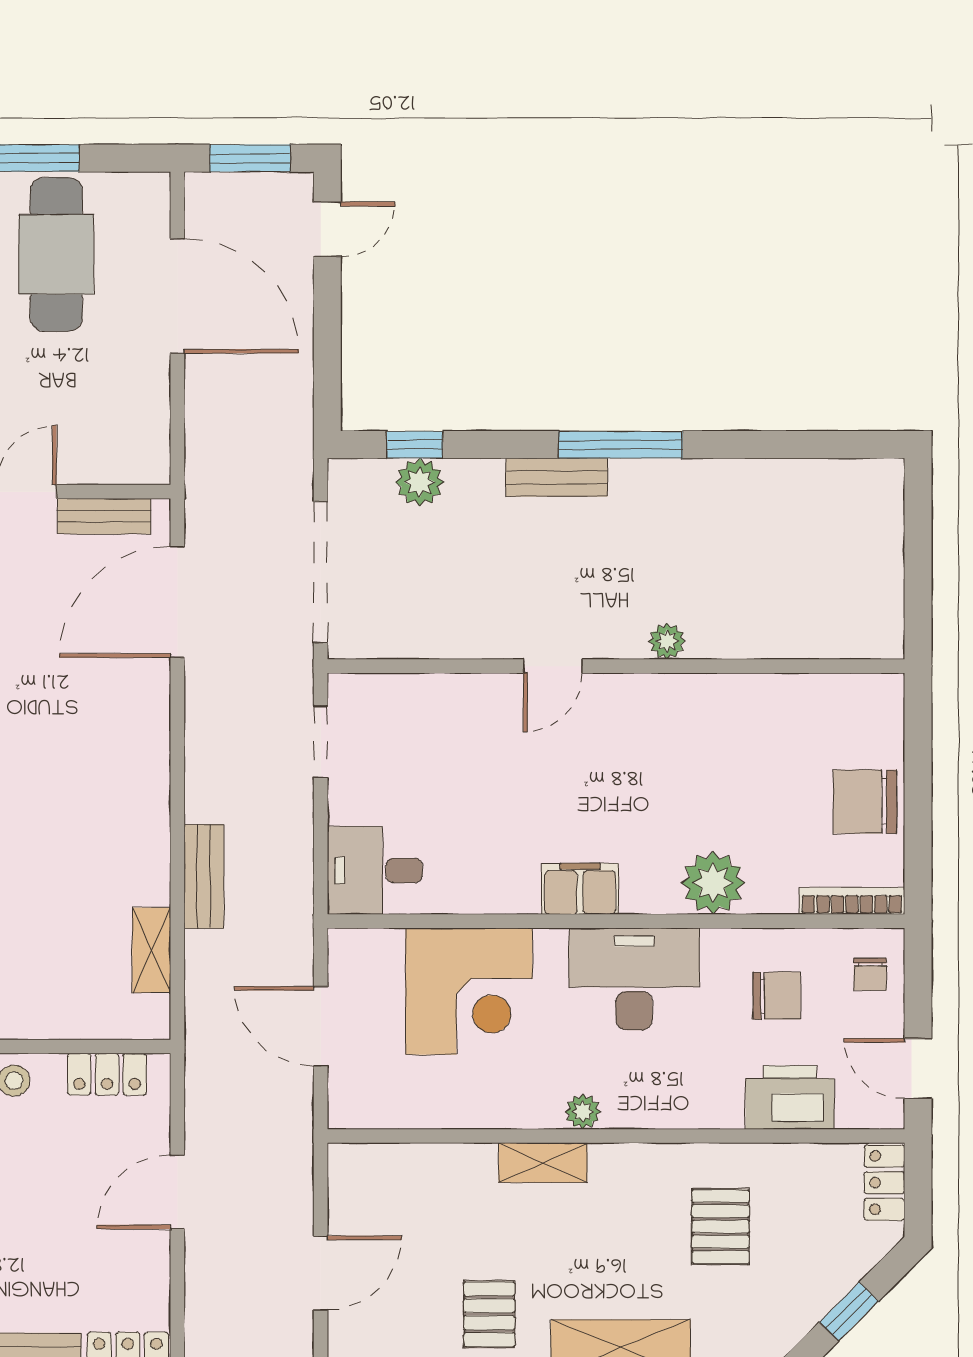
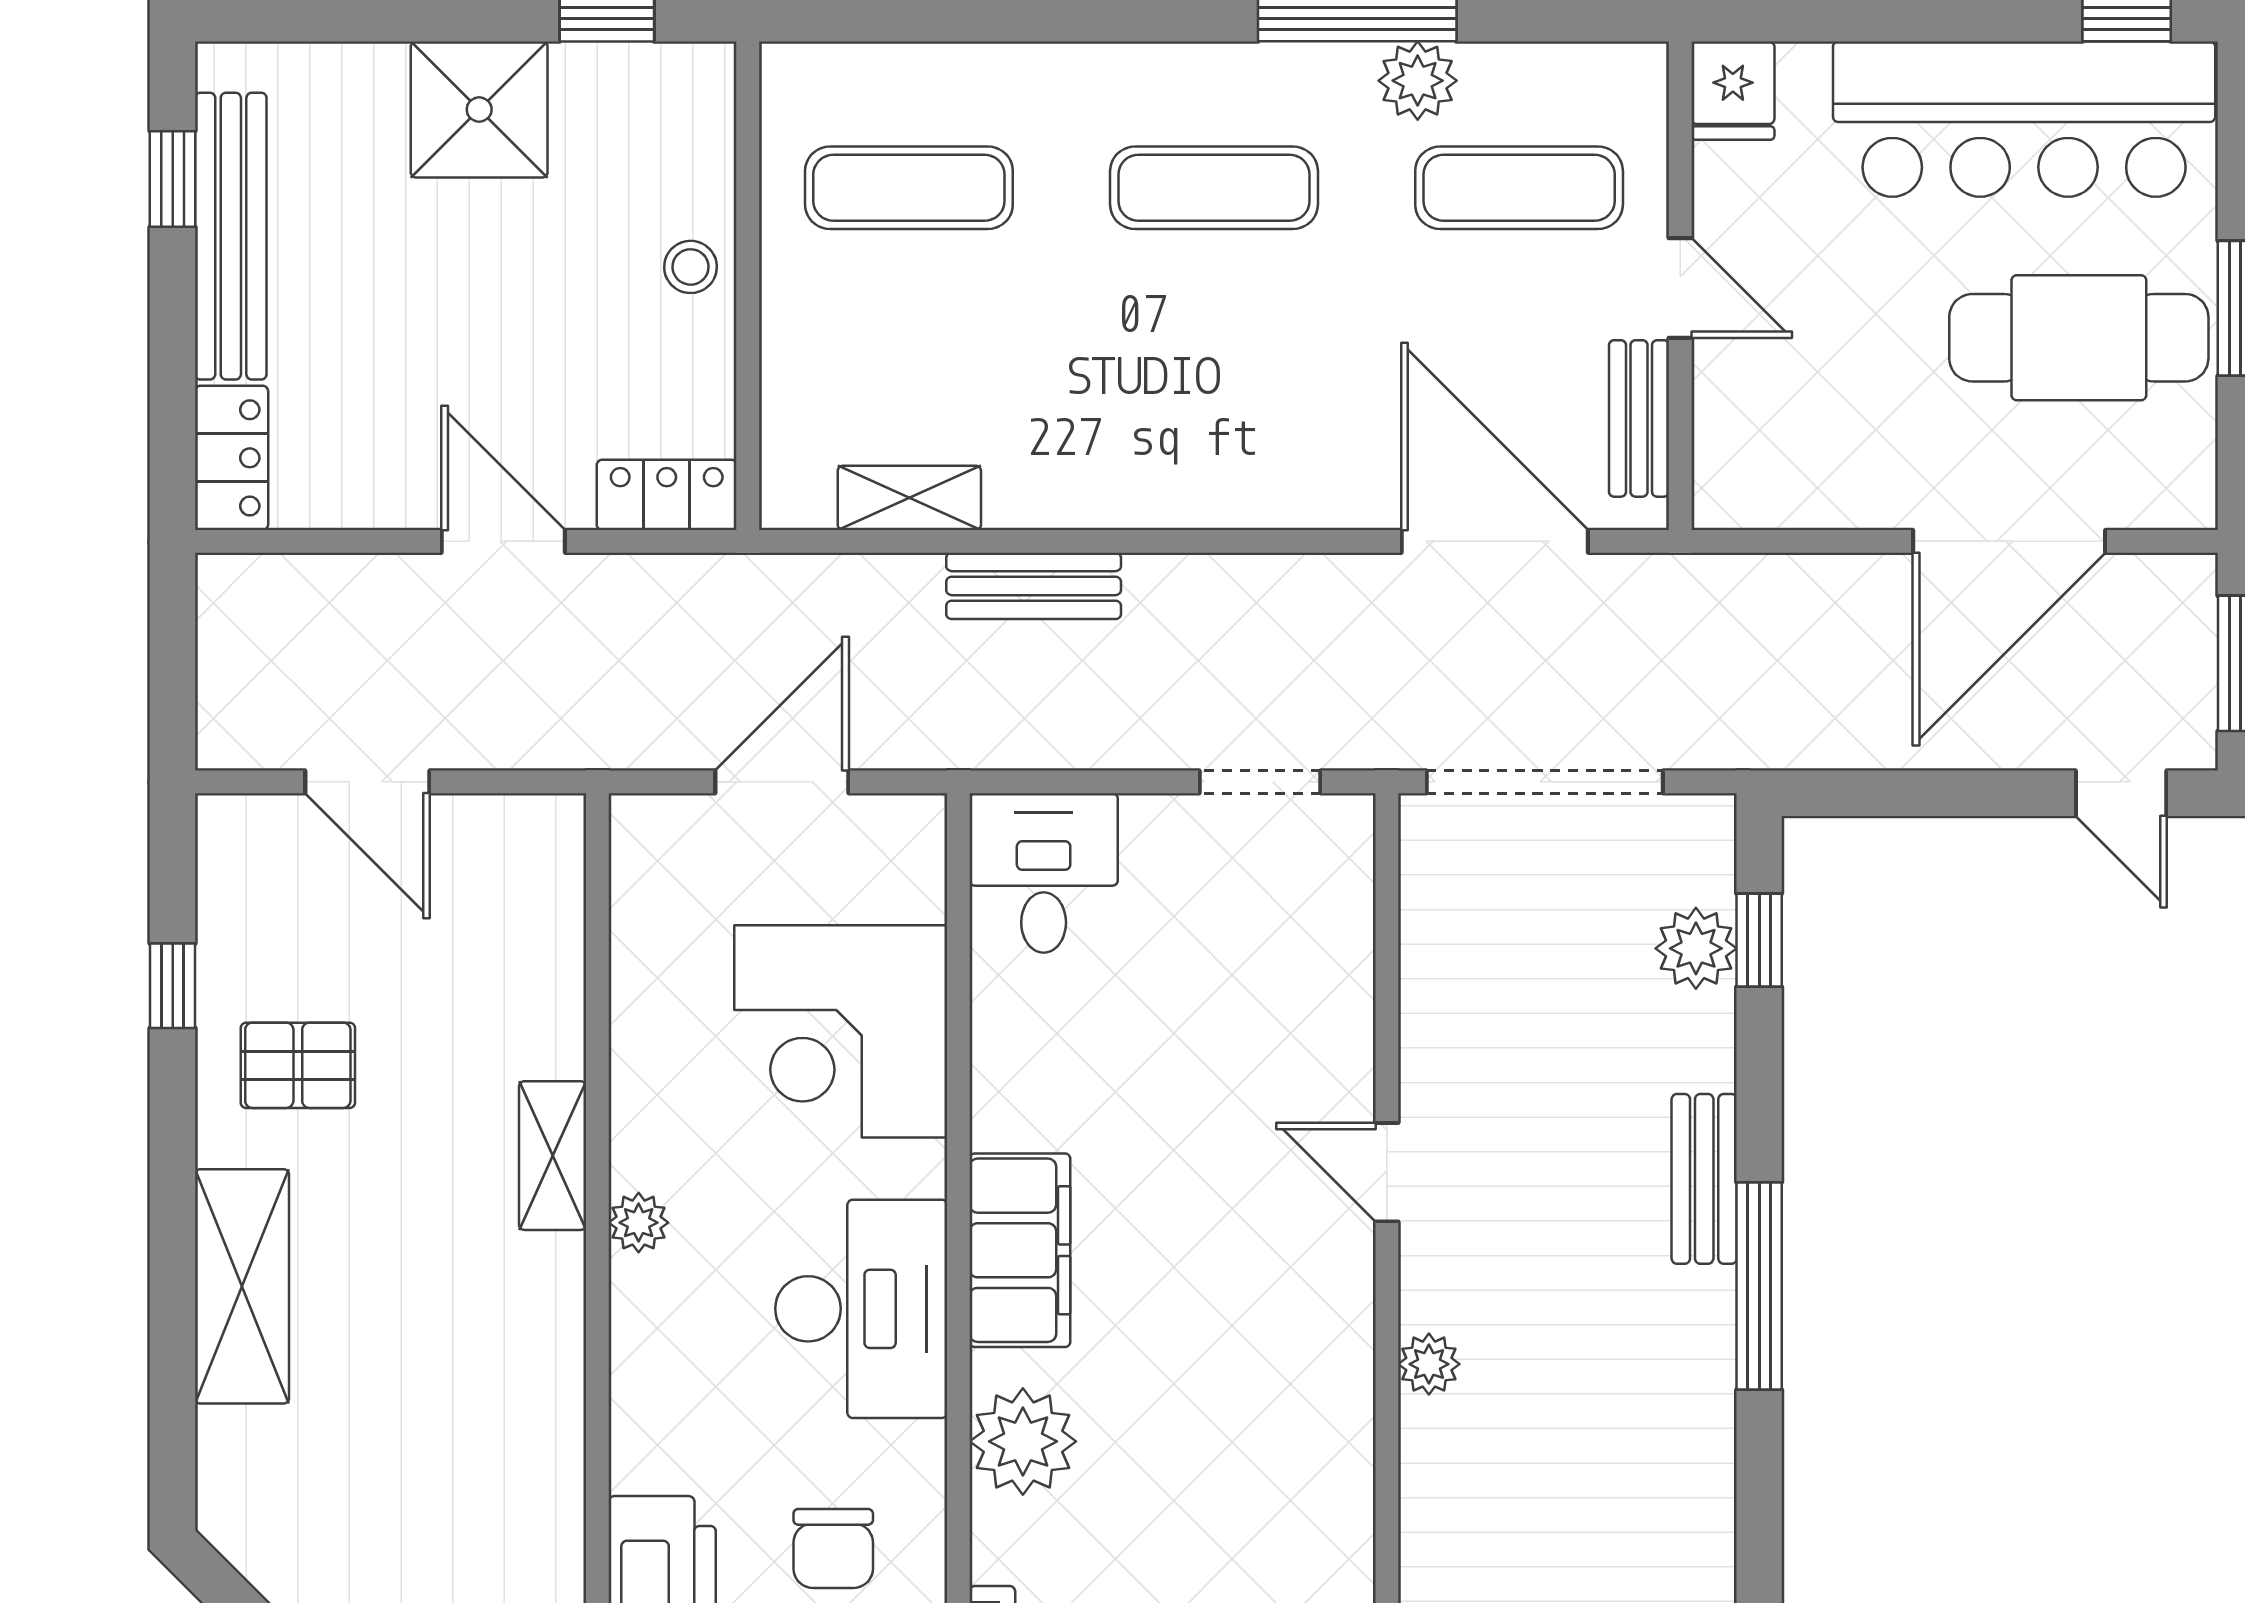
filing cabinet: (580, 889) -> (1020, 1250), width x1.50, depth x1.17
locker: (107, 1074) -> (667, 495), moved, turned 90
pallet: (721, 1227) -> (445, 1454), removed

